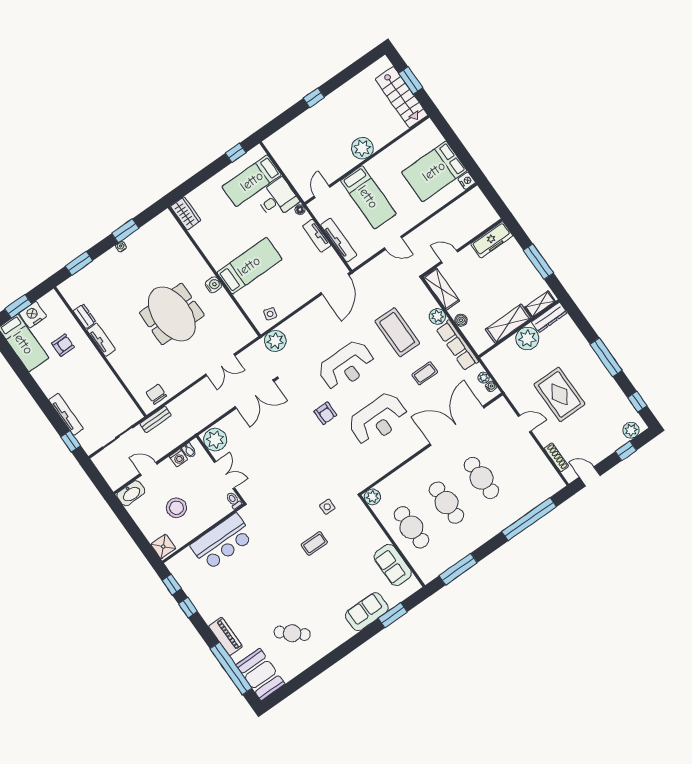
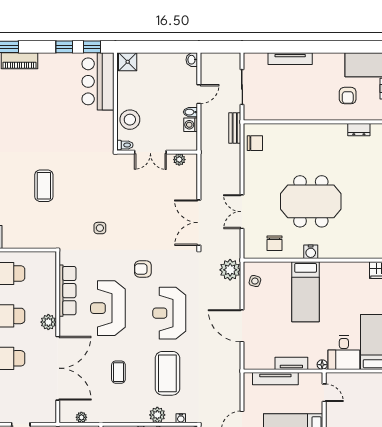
door: (335, 284) -> (242, 326), moved
chair: (227, 320) -> (275, 243), added
coffee table: (397, 332) -> (167, 373), turned 90
tv unit: (101, 340) -> (330, 130), removed
row of seats: (457, 345) -> (67, 291), moved, turned 90
water cooler: (491, 386) -> (181, 418), moved
plant: (215, 440) -> (179, 160), width x0.53, depth x0.53
window: (71, 441) -> (266, 47), removed
bidet: (189, 451) -> (190, 112), moved
washbasin: (131, 493) -> (192, 60), width x0.52, depth x0.69
plant: (372, 497) -> (48, 322), moved
side table: (327, 507) -> (100, 228), moved
stool: (176, 508) -> (130, 120), moved
bar counter: (222, 542) -> (98, 81), moved
coffee table: (314, 544) -> (44, 186), width x1.36, depth x1.30

